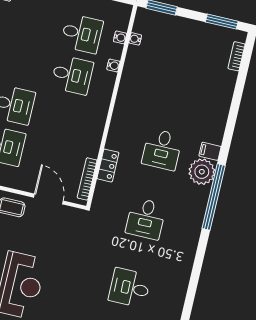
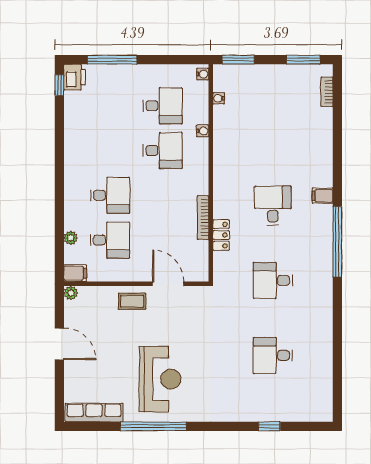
water cooler: (120, 37) -> (203, 74), moved
desk: (162, 150) -> (273, 206), turned 180
plant: (202, 172) -> (319, 219), removed
bookcase: (87, 179) -> (203, 218), moved
desk: (146, 219) -> (273, 280), turned 90

